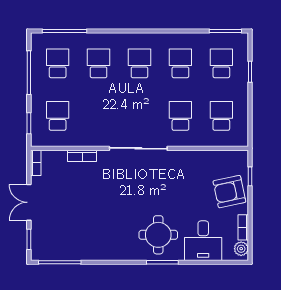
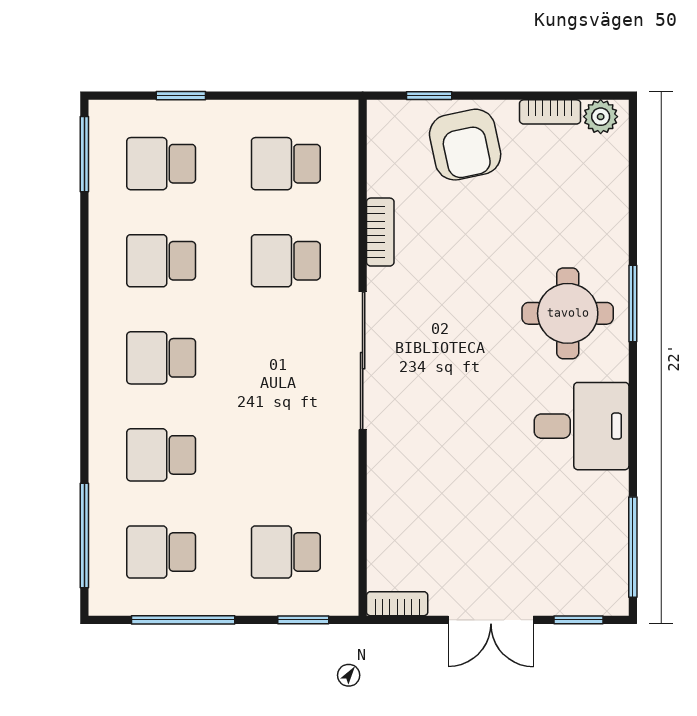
bookcase: (82, 156) -> (380, 232), moved
desk: (203, 241) -> (582, 426), moved

